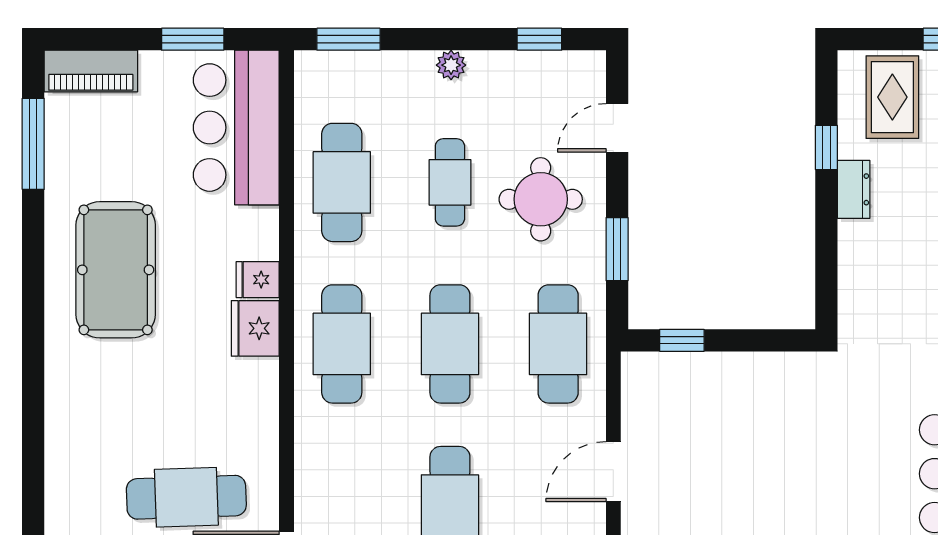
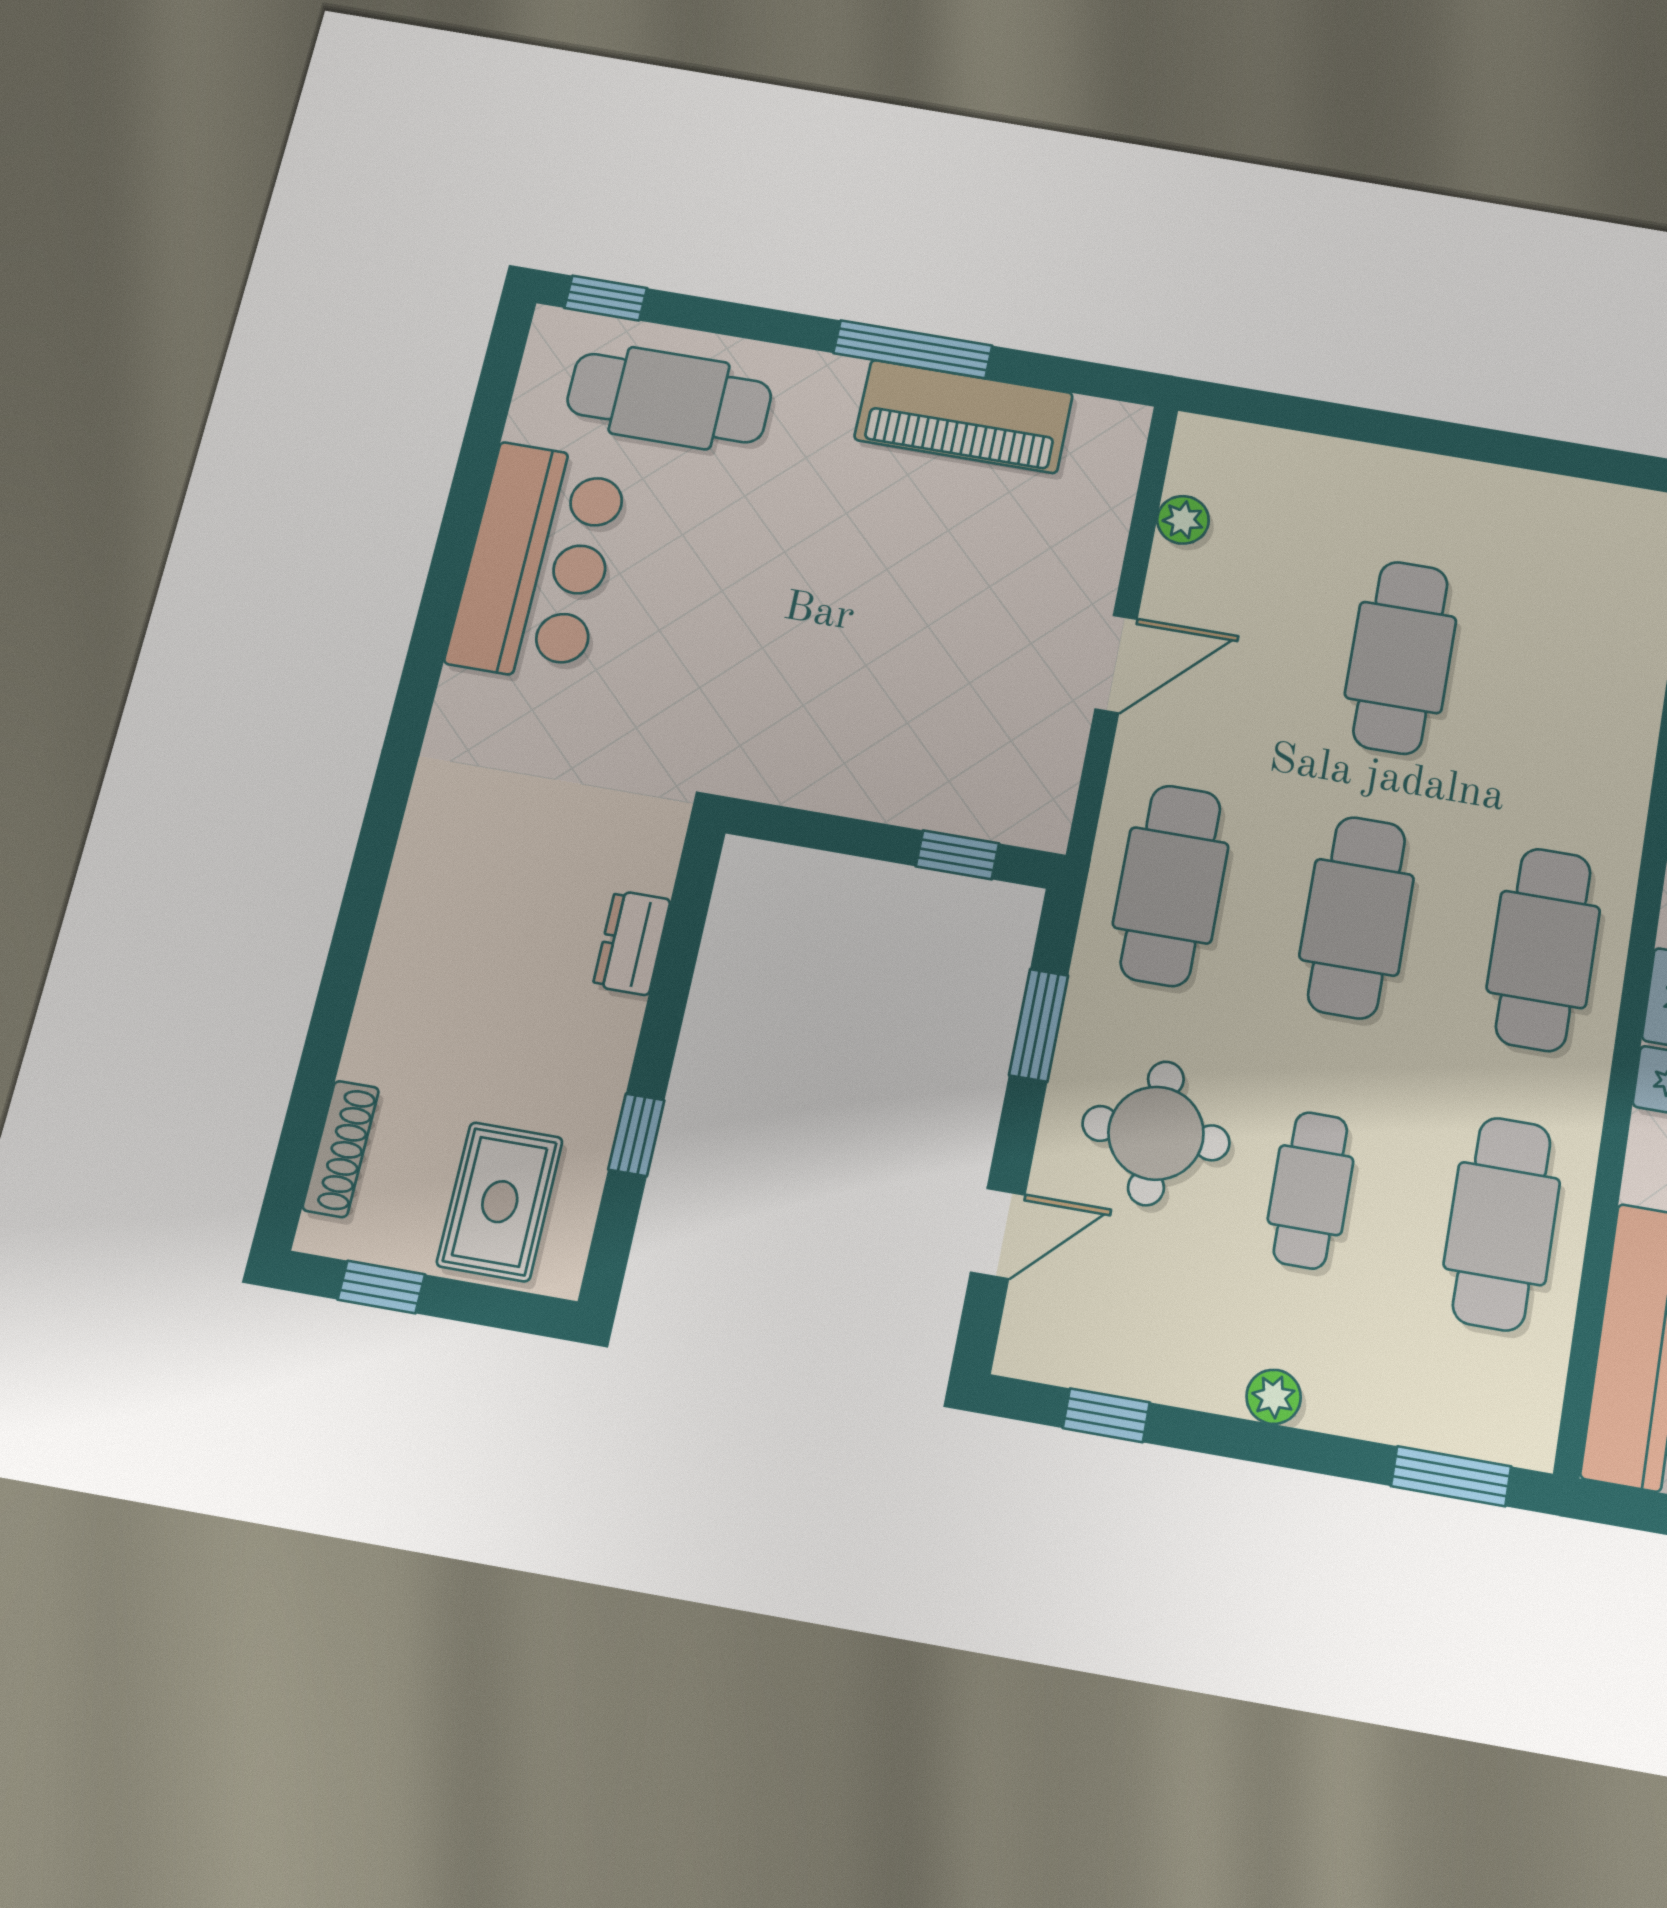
dresser: (854, 189) -> (632, 943), moved

